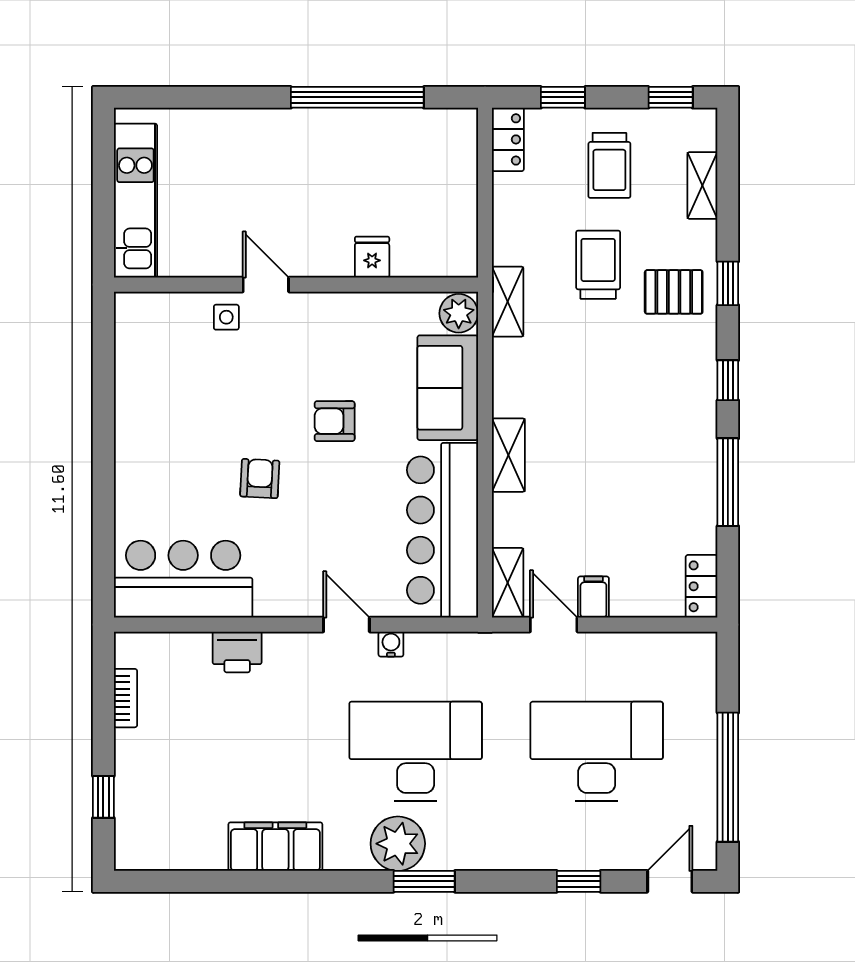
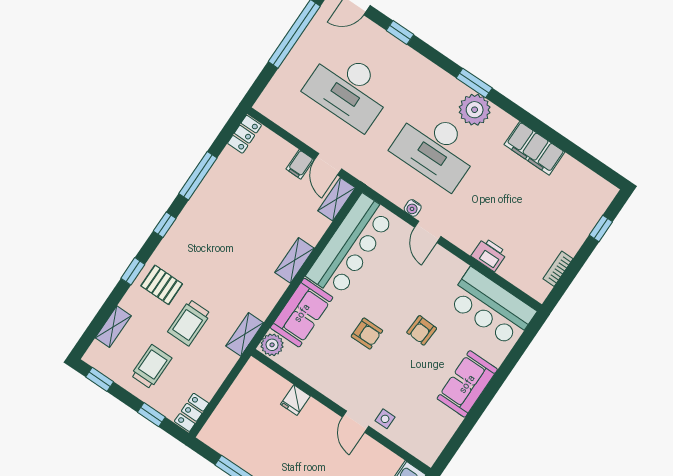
sofa: (143, 446) -> (467, 384), added

